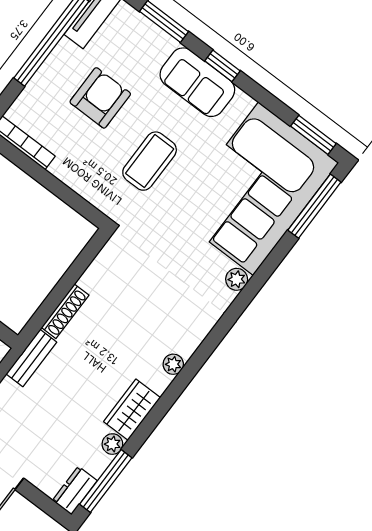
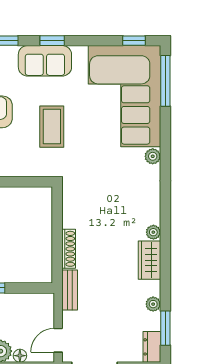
window: (313, 135) -> (134, 41), width x0.67
wardrobe: (132, 410) -> (149, 260), moved
window: (106, 481) -> (165, 328), width x0.69

